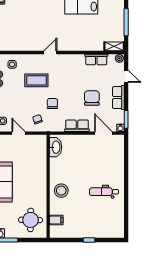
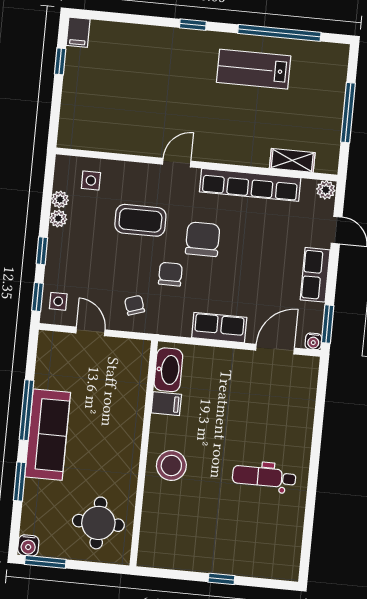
shelving: (114, 46) -> (292, 160), moved
row of seats: (96, 59) -> (250, 185), width x2.02
chair: (92, 98) -> (203, 239), moved
door: (103, 133) -> (275, 349), hinge flipped
filing cabinet: (56, 220) -> (166, 404), moved

